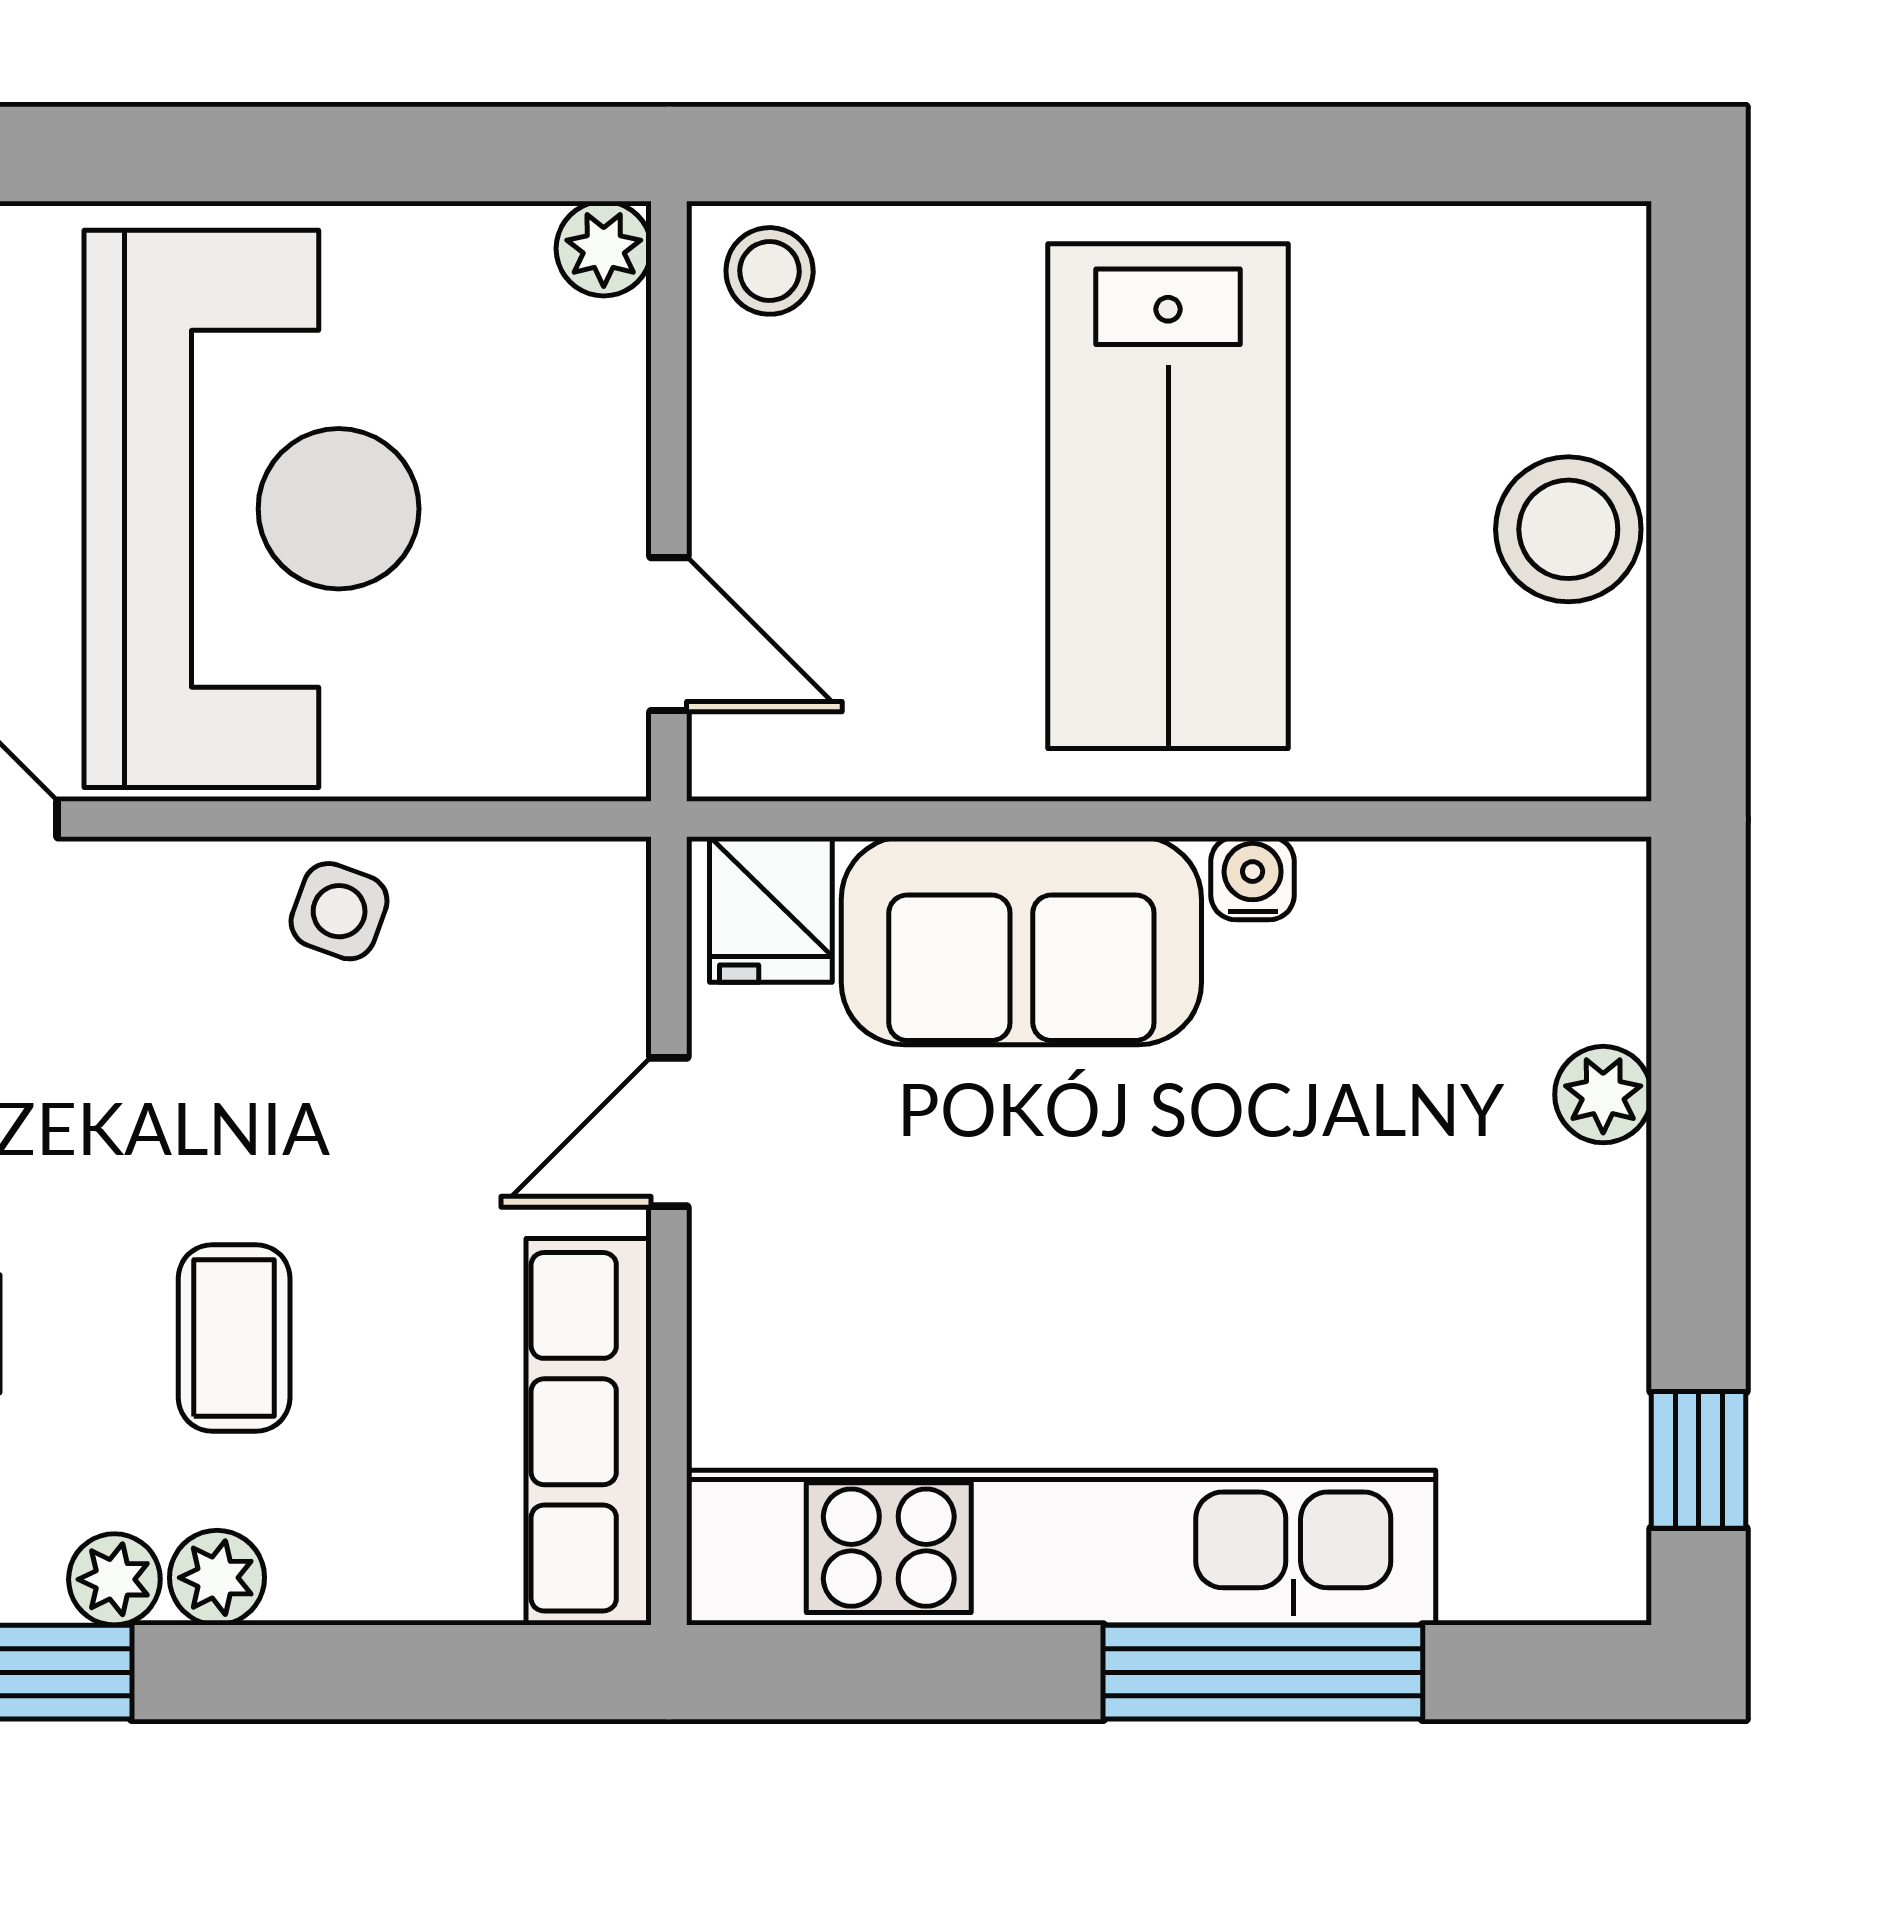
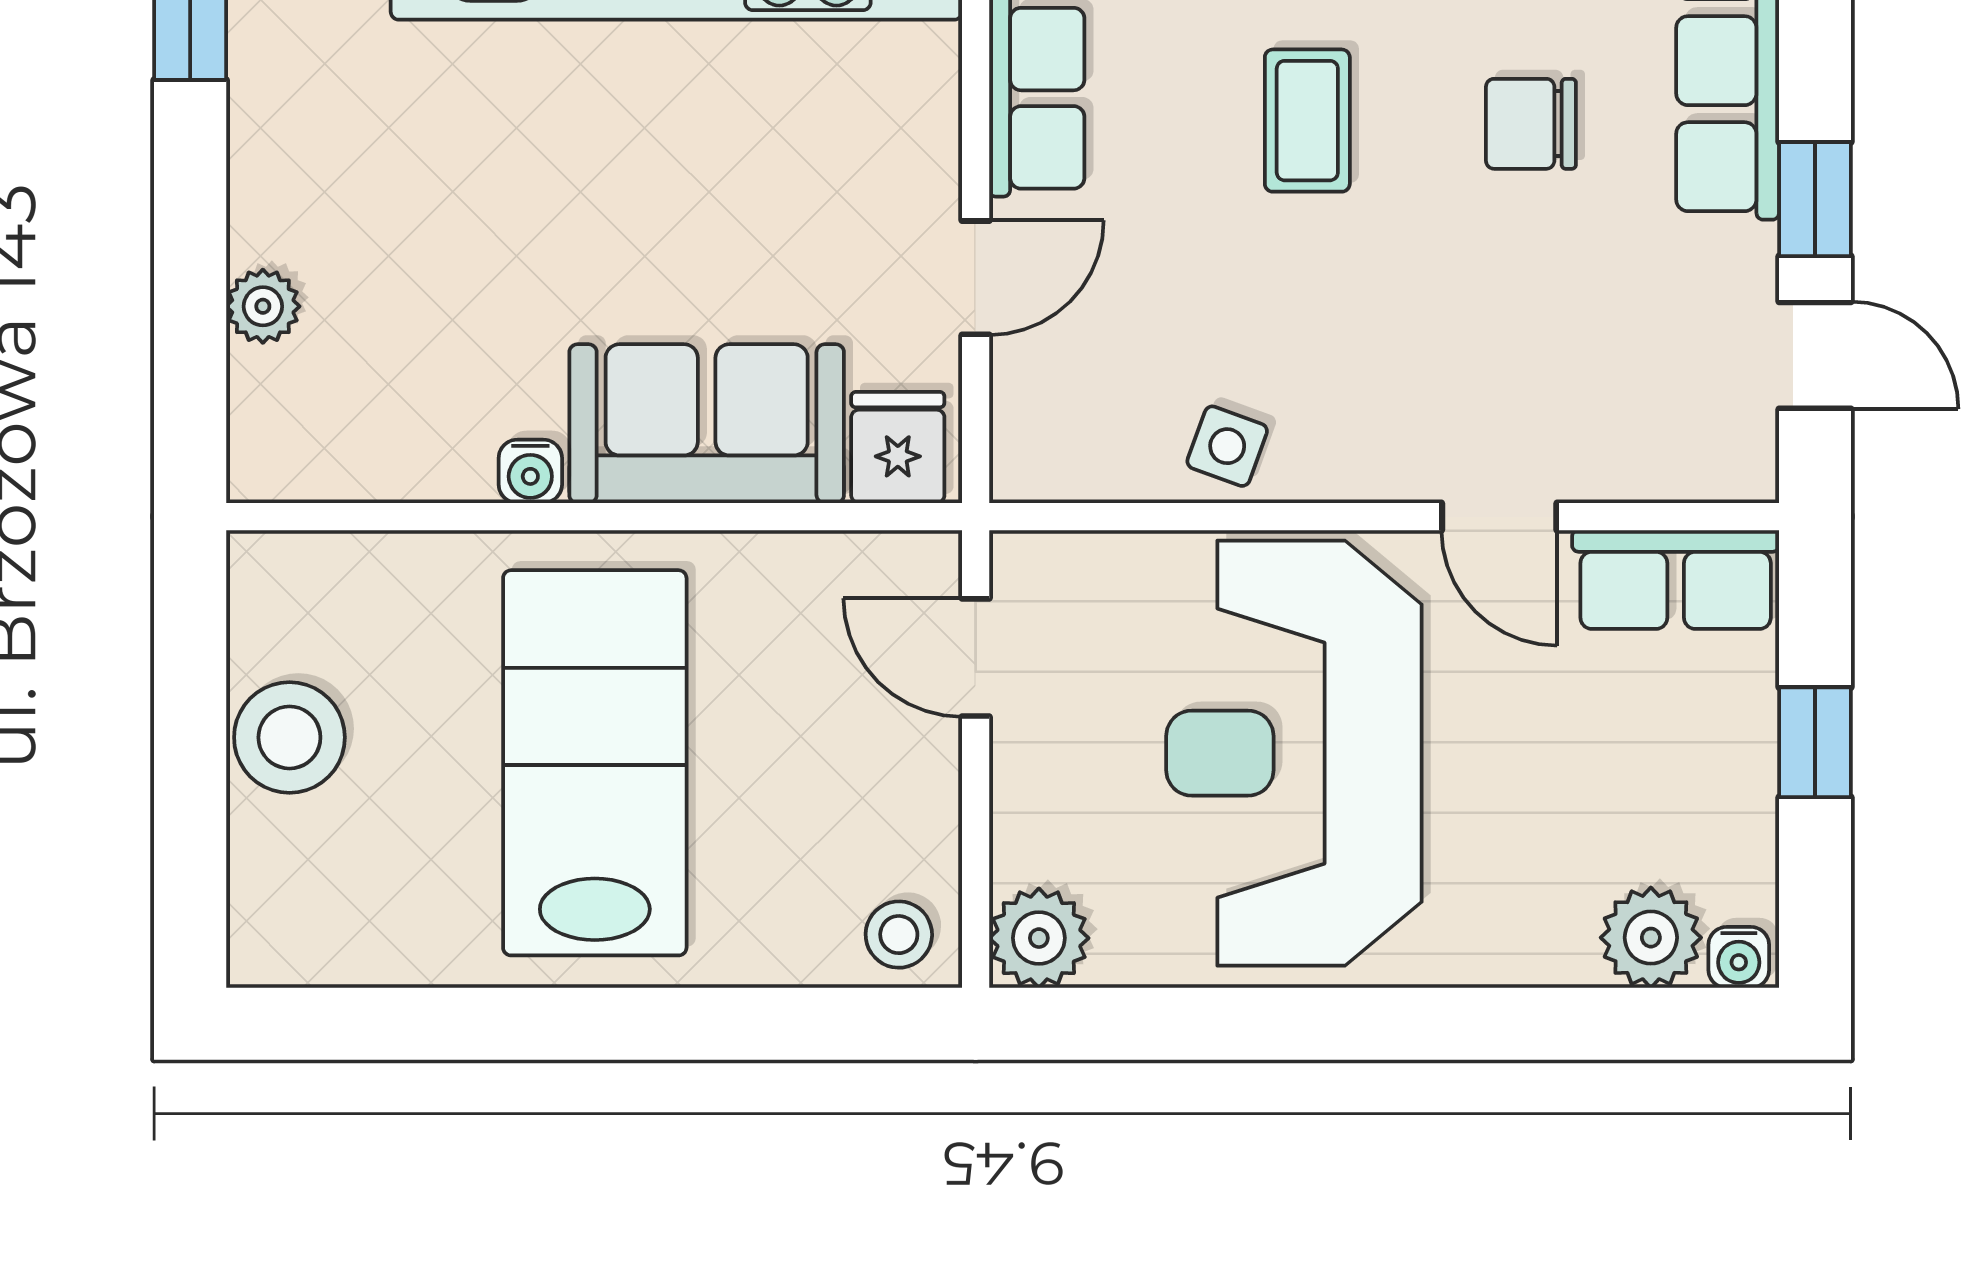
plant: (604, 249) -> (1039, 938), width x1.38, depth x1.38

